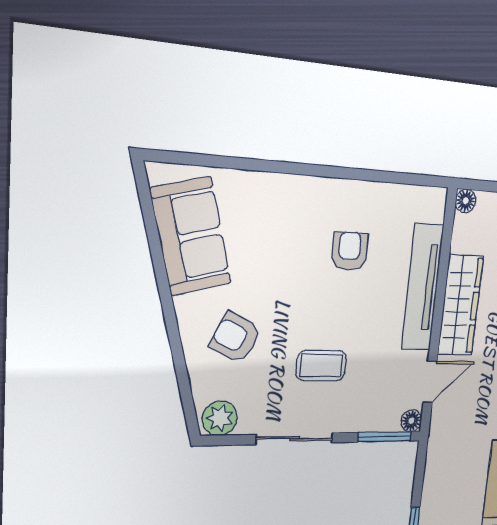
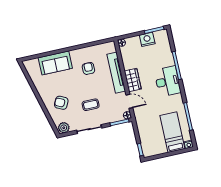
sofa: (191, 237) -> (55, 63), moved, turned 105
wardrobe: (460, 306) -> (133, 80), width x0.67
door: (430, 382) -> (129, 101), hinge flipped

